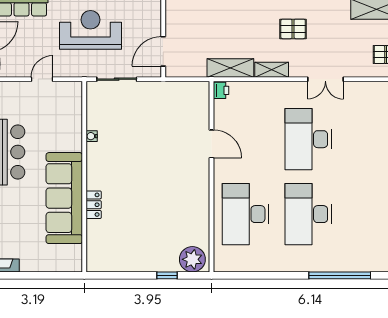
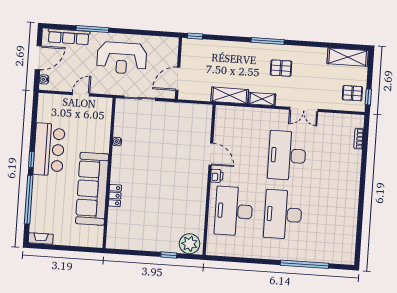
reception desk: (90, 30) -> (122, 58), turned 180
printer: (221, 90) -> (217, 176), moved

